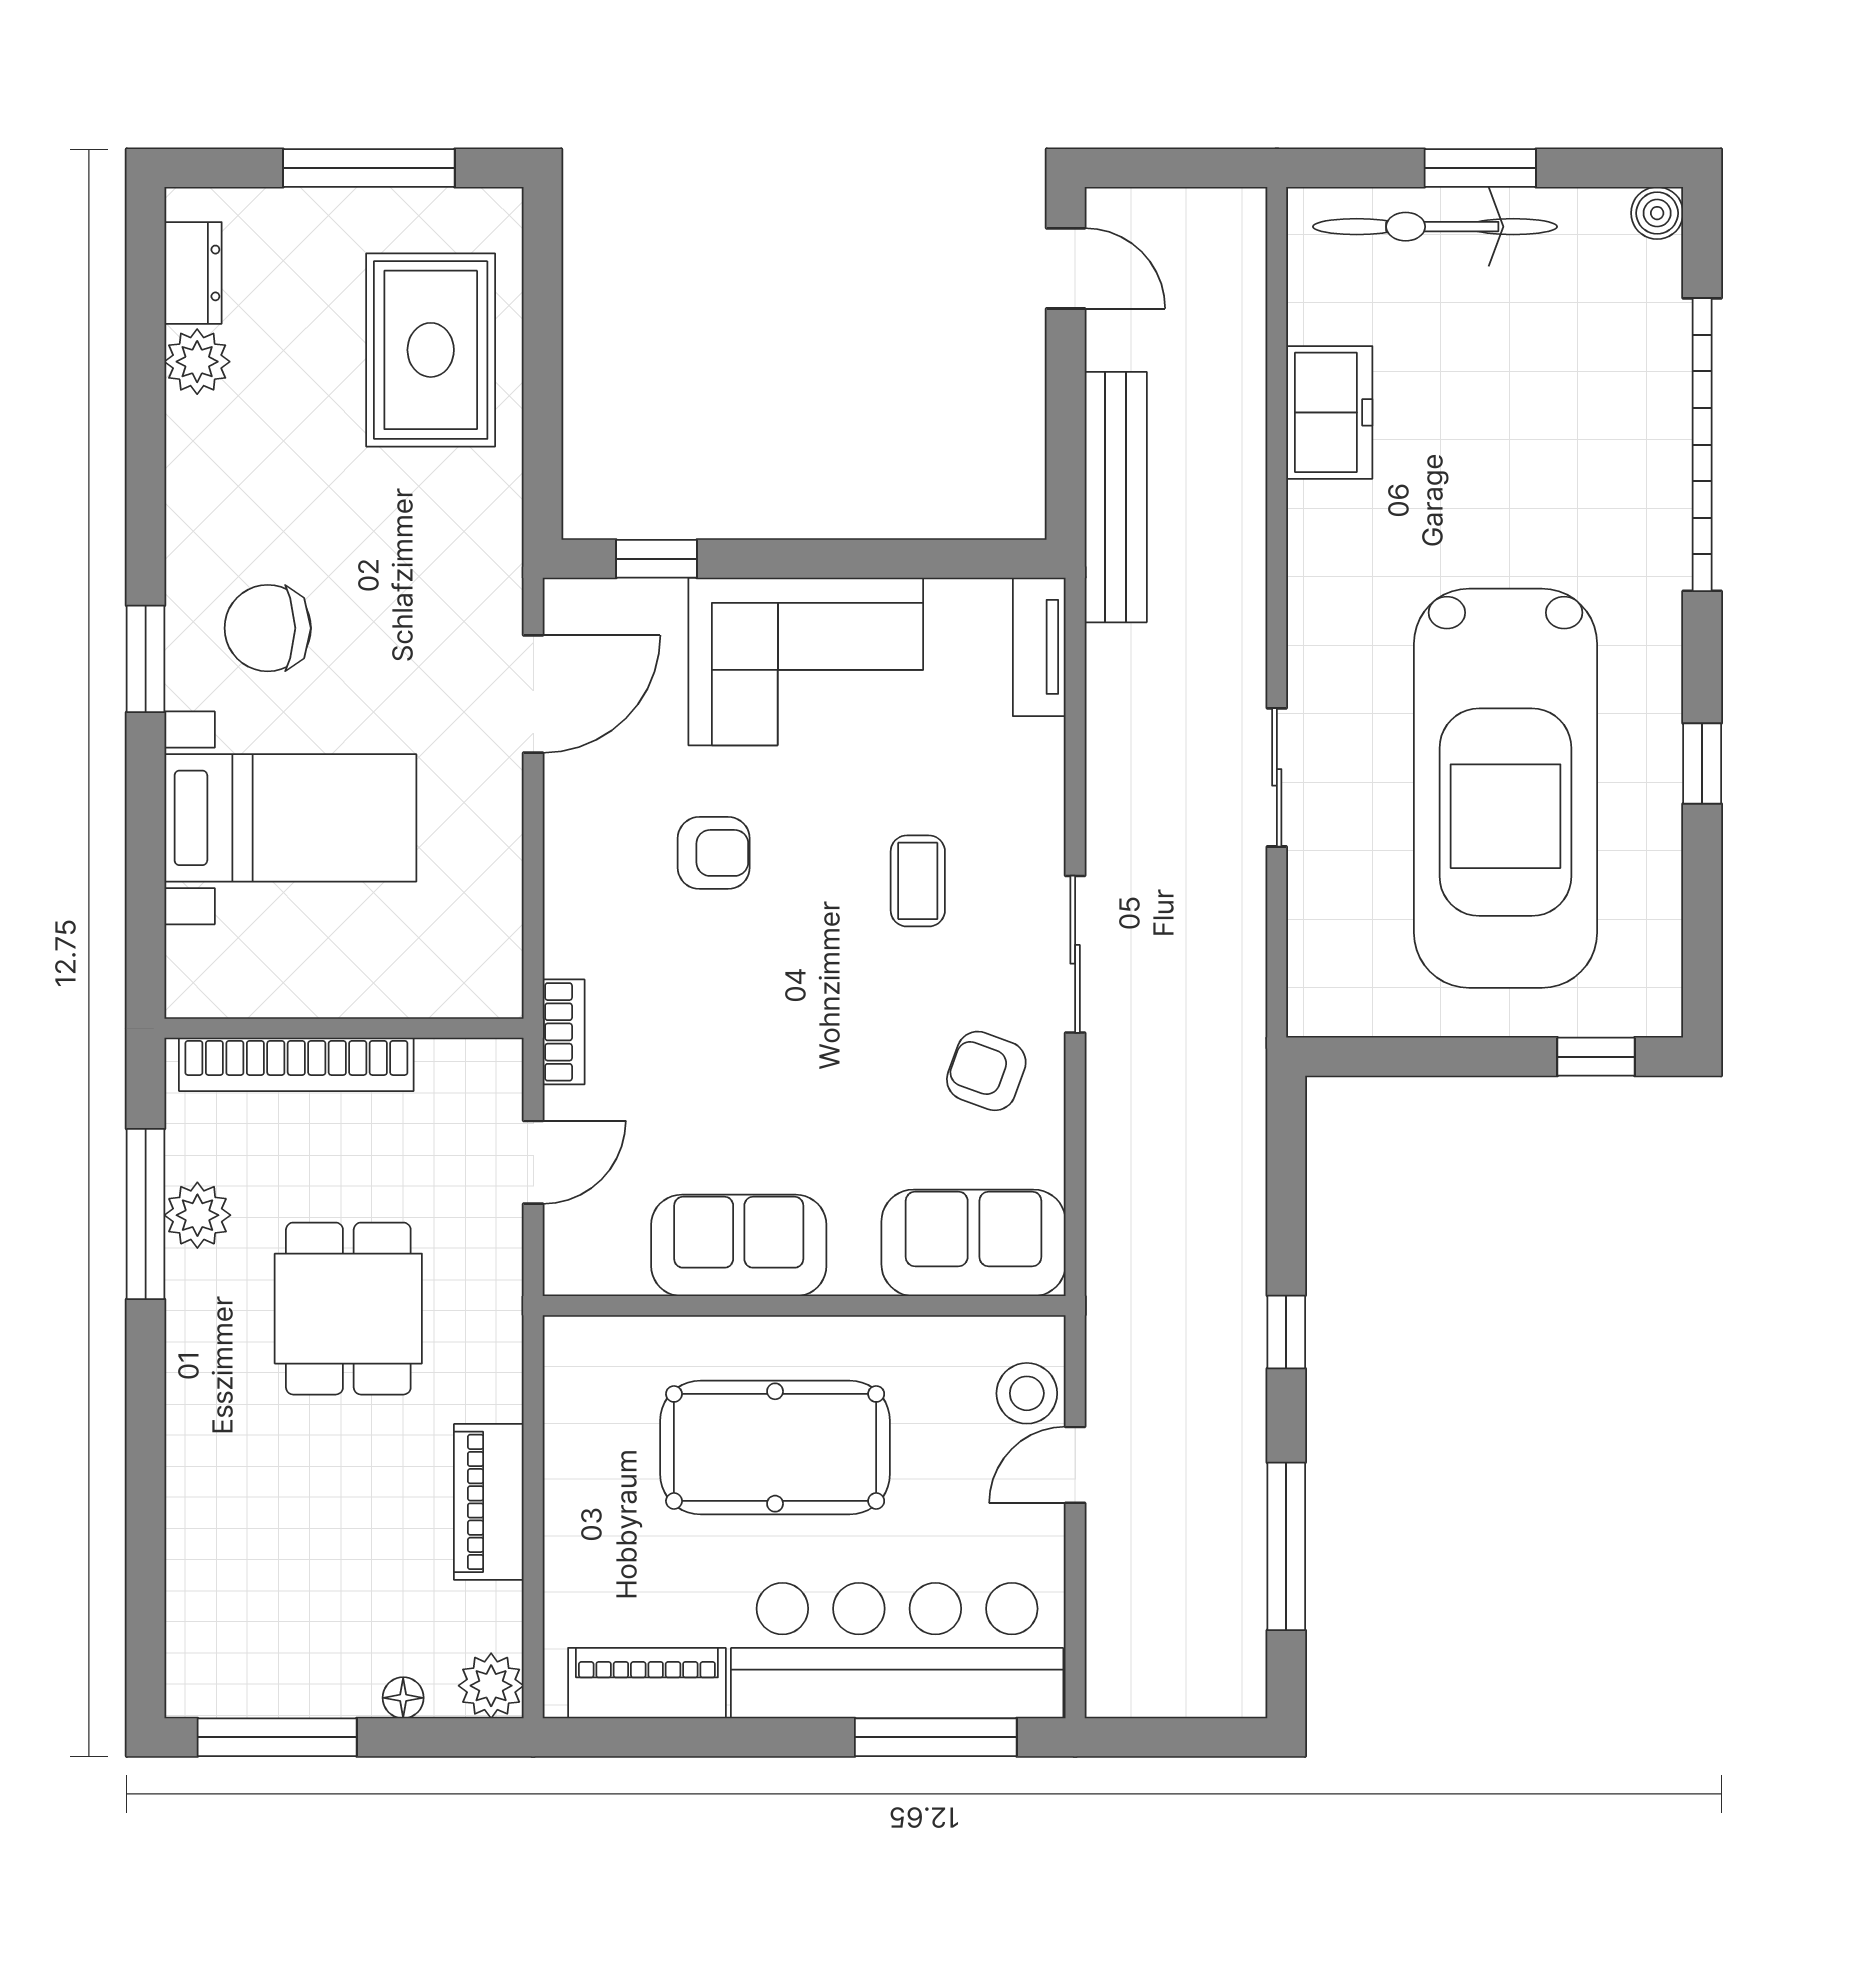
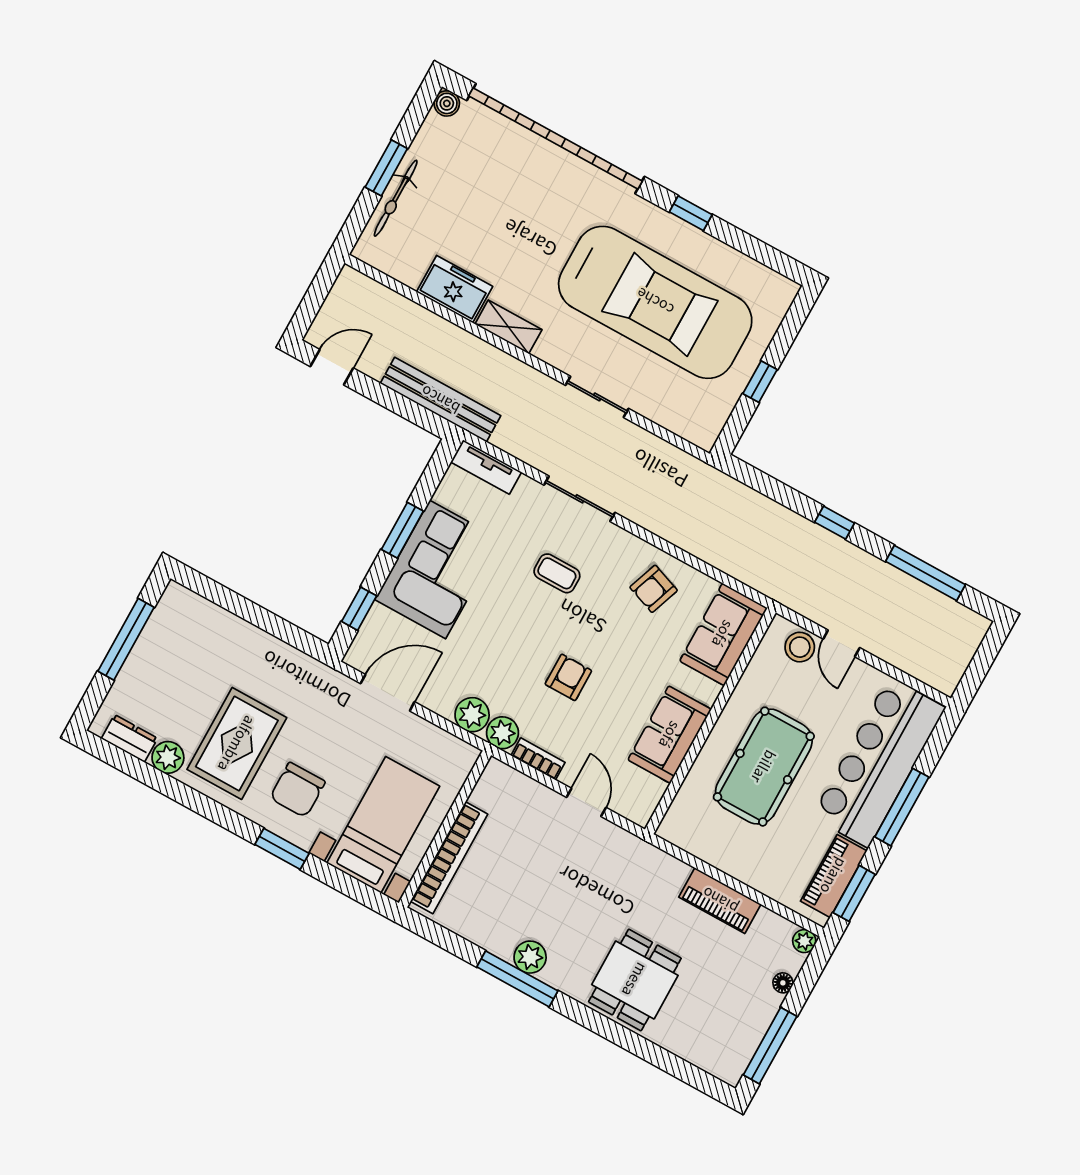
bicycle: (1435, 227) -> (396, 198), width x0.73, depth x0.71
rug: (431, 350) -> (237, 744), moved, turned 90
garage door: (1702, 445) -> (556, 139), width x1.36
shelving: (1315, 547) -> (508, 327), added
window: (841, 559) -> (402, 530), added
door: (533, 694) -> (388, 693), hinge flipped
armchair: (714, 853) -> (568, 677), moved
plant: (578, 869) -> (472, 715), added
plant: (575, 942) -> (502, 733), added
sliding door: (1075, 954) -> (580, 499), moved
wall: (344, 1028) -> (445, 829), moved
window: (1596, 1057) -> (760, 382), moved
bookcase: (296, 1064) -> (449, 858), moved
dining table: (348, 1309) -> (635, 980), moved, turned 90
plant: (491, 1686) -> (804, 941), width x0.73, depth x0.73
window: (636, 1737) -> (854, 893), added
window: (936, 1737) -> (902, 807), moved

